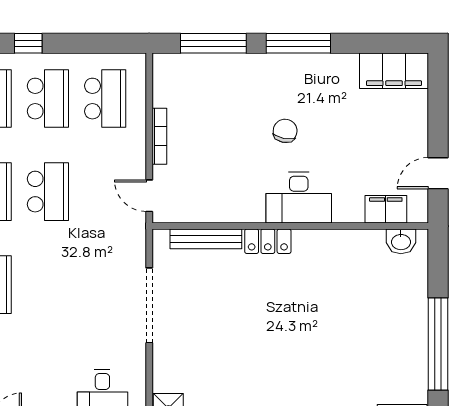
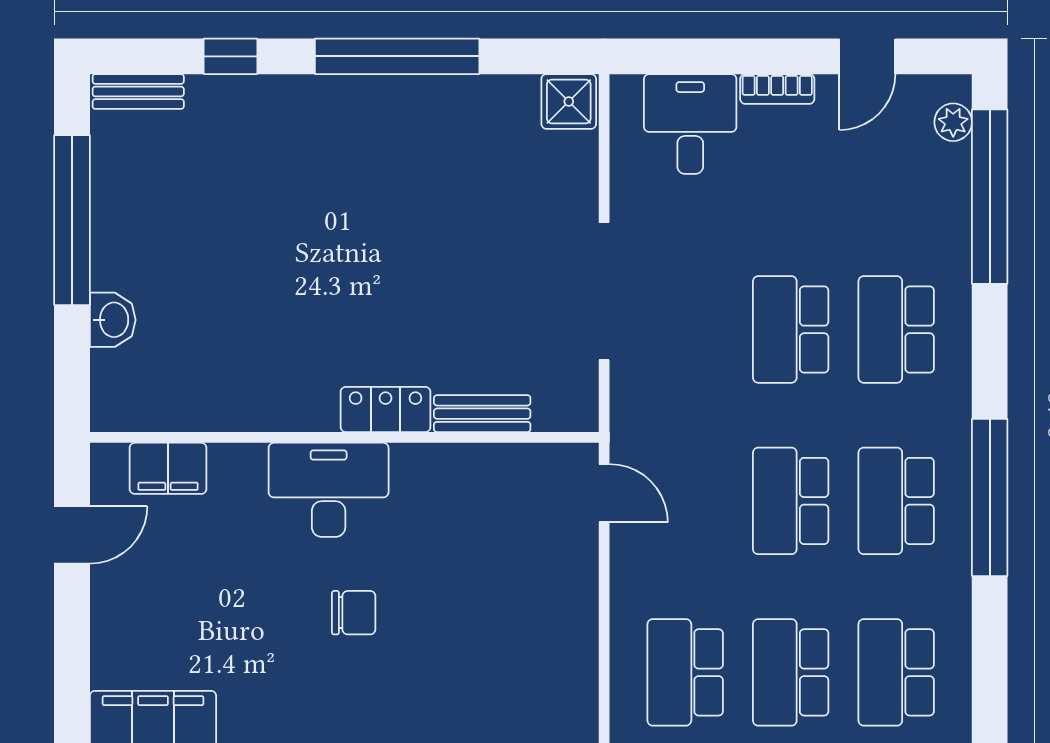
chair: (285, 131) -> (354, 613), turned -101
bookcase: (159, 136) -> (586, 603), removed
bench: (206, 239) -> (482, 414), width x0.73
washbasin: (401, 241) -> (113, 320), moved, turned 90
school desk: (48, 285) -> (791, 329), added

